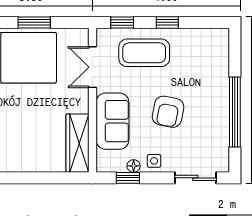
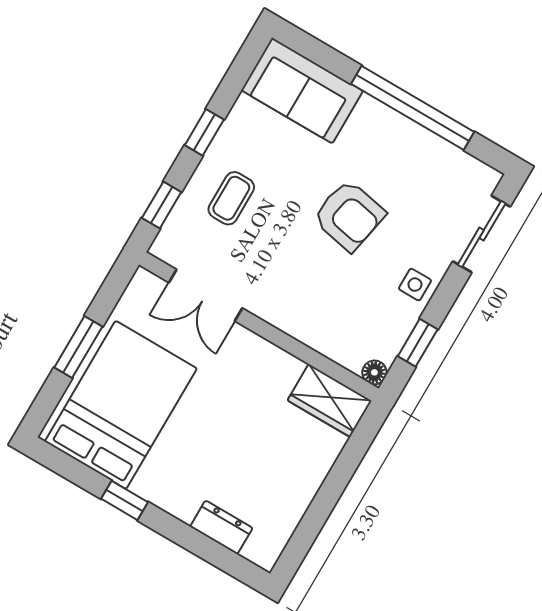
coffee table: (144, 53) -> (231, 198), width x0.54, depth x0.58
sofa: (113, 121) -> (302, 91), moved, turned 180
wardrobe: (77, 143) -> (329, 401), width x0.67
floor lamp: (134, 166) -> (374, 372), moved

